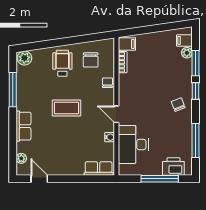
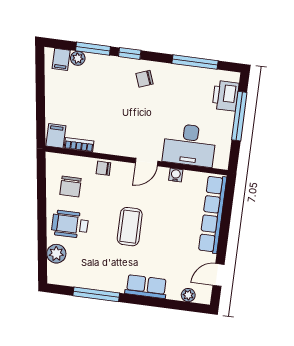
plant: (24, 58) -> (56, 254), moved
chair: (91, 60) -> (70, 186), turned 90
row of seats: (99, 169) -> (213, 214), width x2.02

